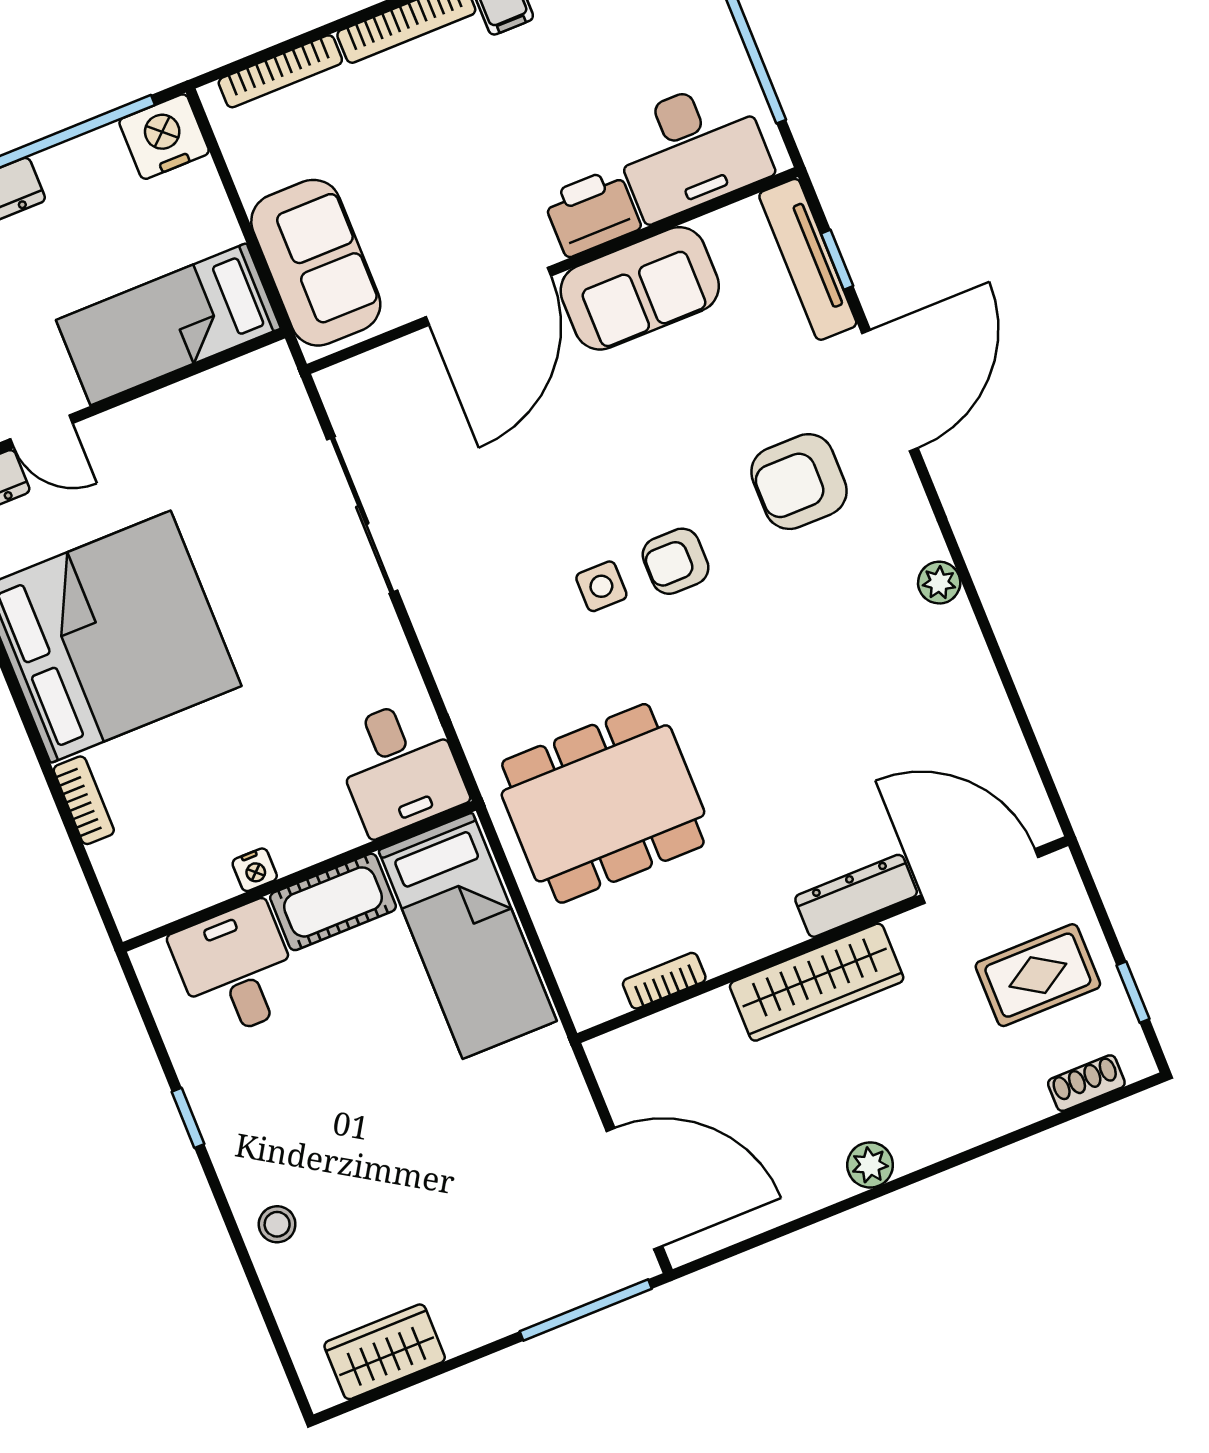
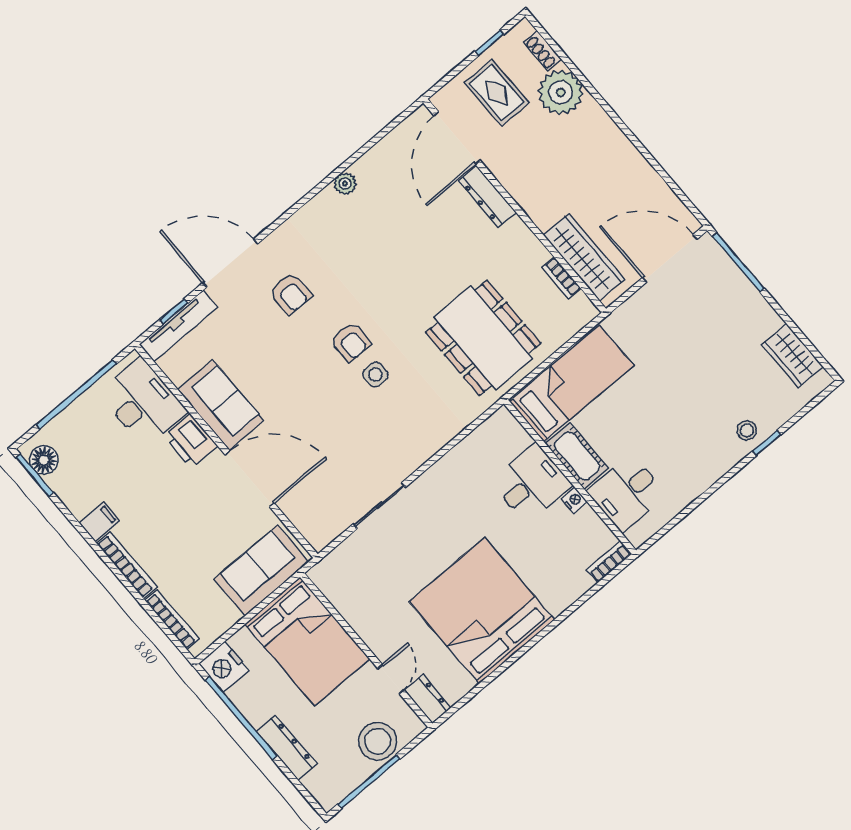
bed: (169, 324) -> (307, 641), width x1.50
armchair: (799, 482) -> (290, 294), width x0.72, depth x0.72
sliding door: (362, 515) -> (380, 505), width x0.73
plant: (939, 583) -> (345, 184), moved
desk: (399, 767) -> (531, 483), moved
bookcase: (84, 800) -> (609, 562), moved
wardrobe: (817, 982) -> (584, 257), moved
window: (188, 1118) -> (767, 443), moved
plant: (870, 1165) -> (561, 92), moved, width x1.88, depth x1.88
door: (634, 1188) -> (670, 258), hinge flipped

